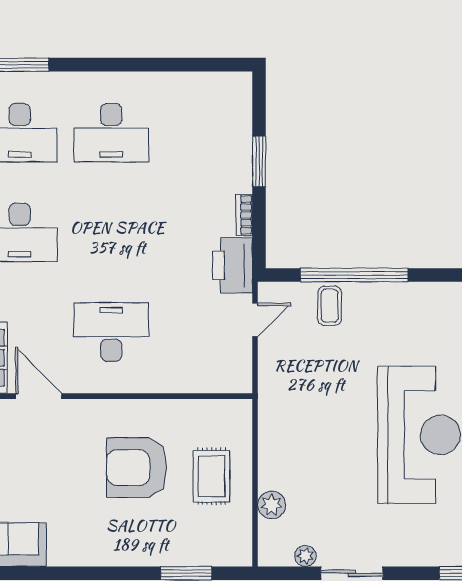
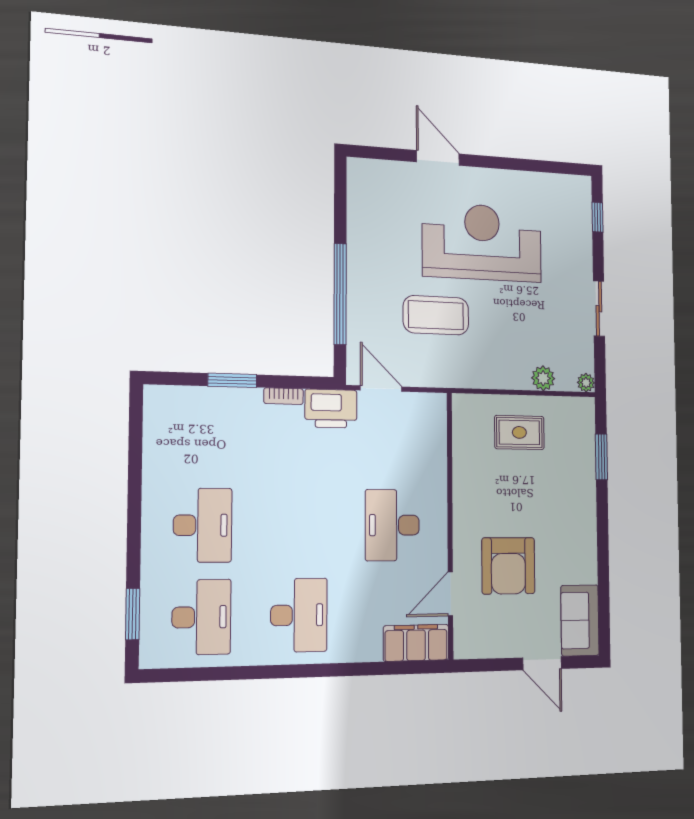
coffee table: (330, 306) -> (436, 315), moved, width x1.86, depth x1.72
door: (255, 320) -> (381, 388), width x1.38
armchair: (137, 468) -> (508, 566), moved
plant: (305, 556) -> (586, 383), moved

